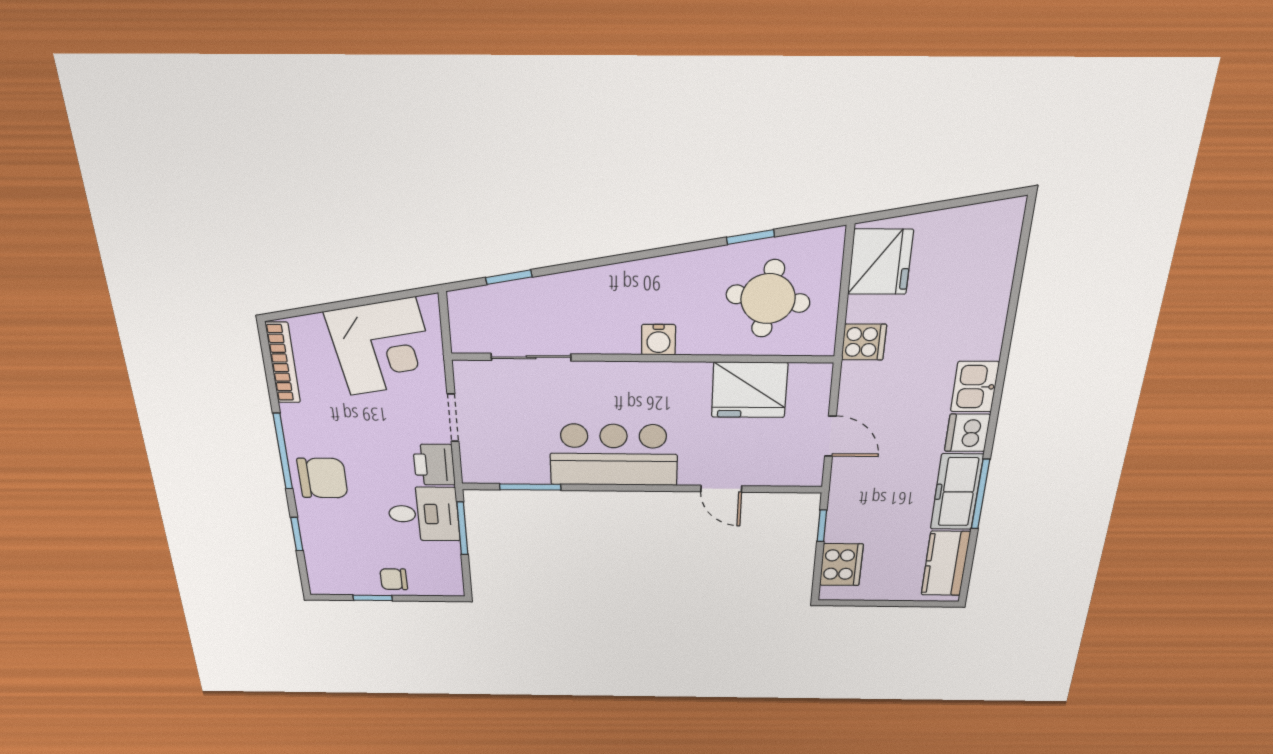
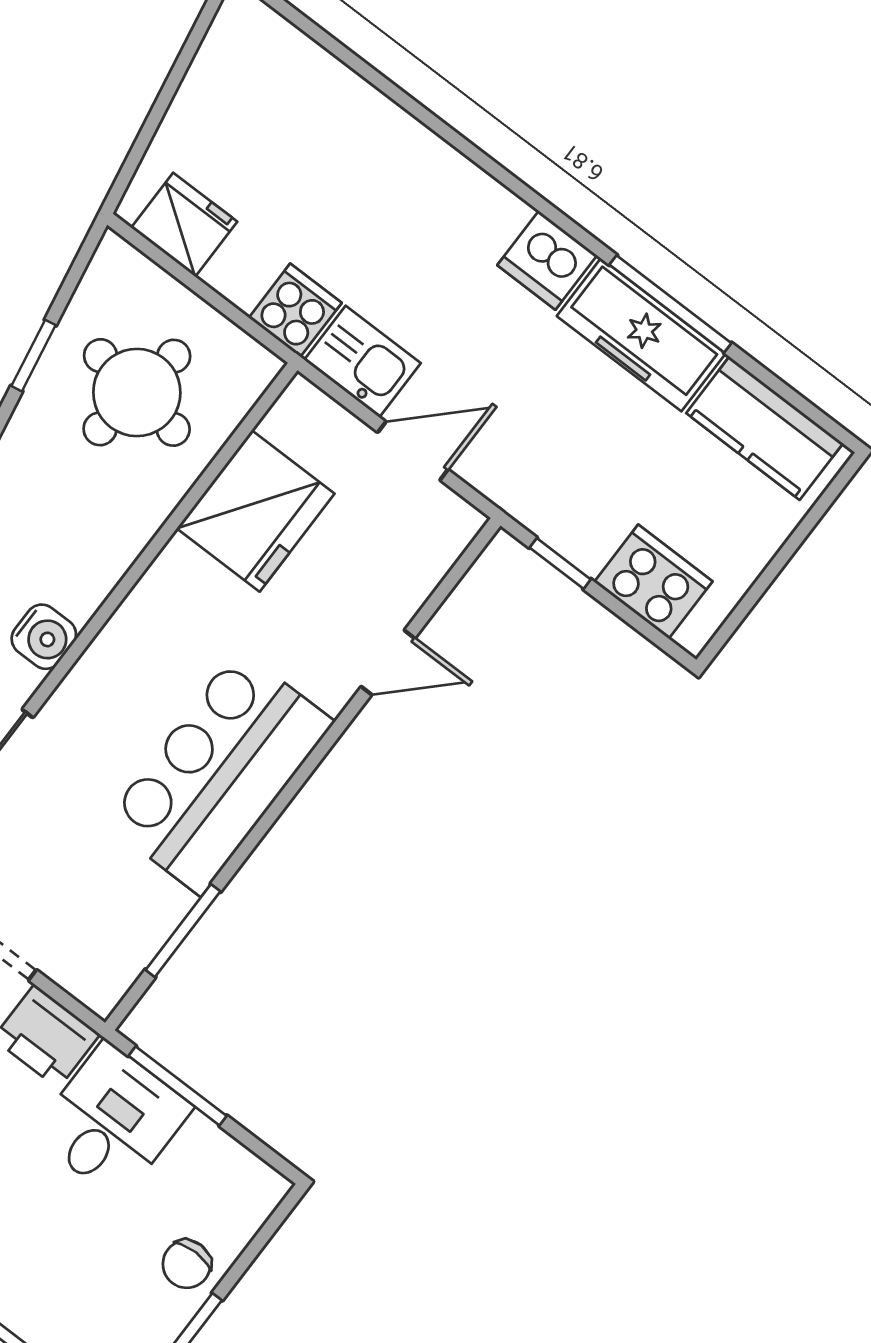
fridge: (880, 262) -> (184, 225), width x0.73, depth x0.75
water cooler: (658, 340) -> (44, 637), moved
kitchen sink: (975, 387) -> (362, 362), moved, turned 180

